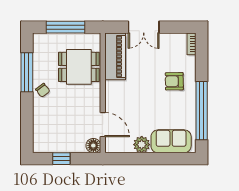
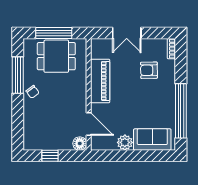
piano: (115, 56) -> (100, 81), moved
dining table: (79, 67) -> (56, 56), moved
armchair: (174, 81) -> (149, 70), moved

